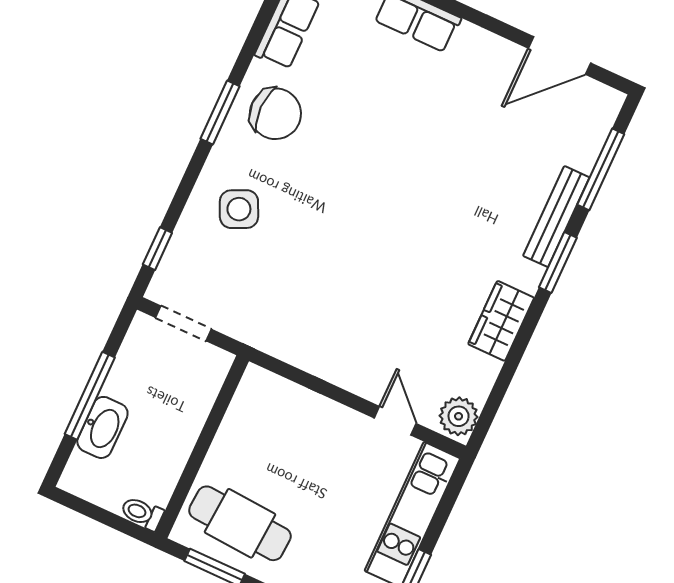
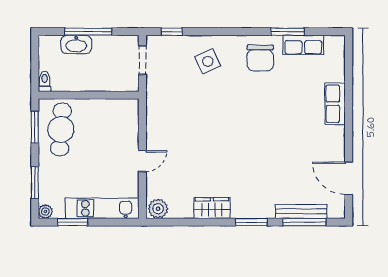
window: (220, 113) -> (287, 32), moved
bench: (556, 217) -> (301, 211), moved
door: (395, 421) -> (142, 161), moved

